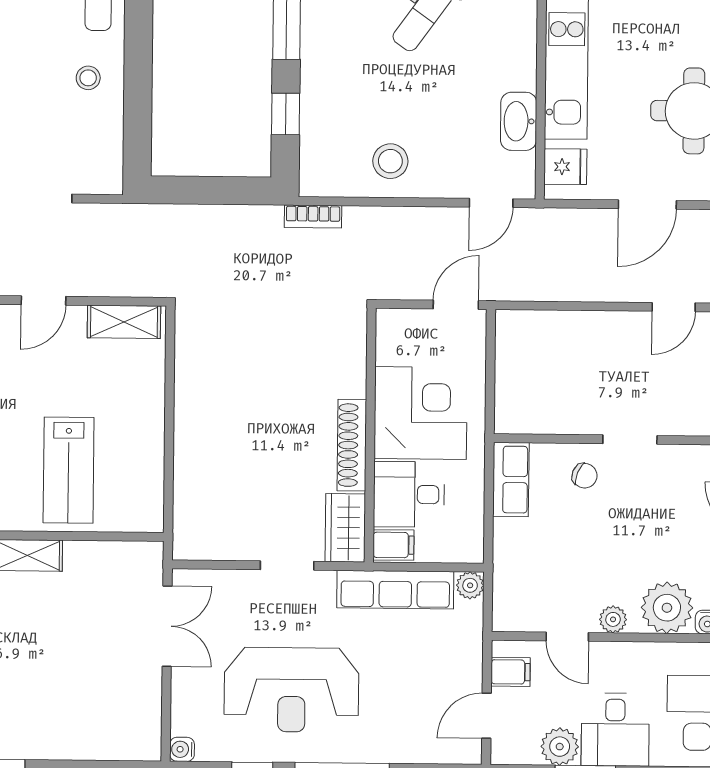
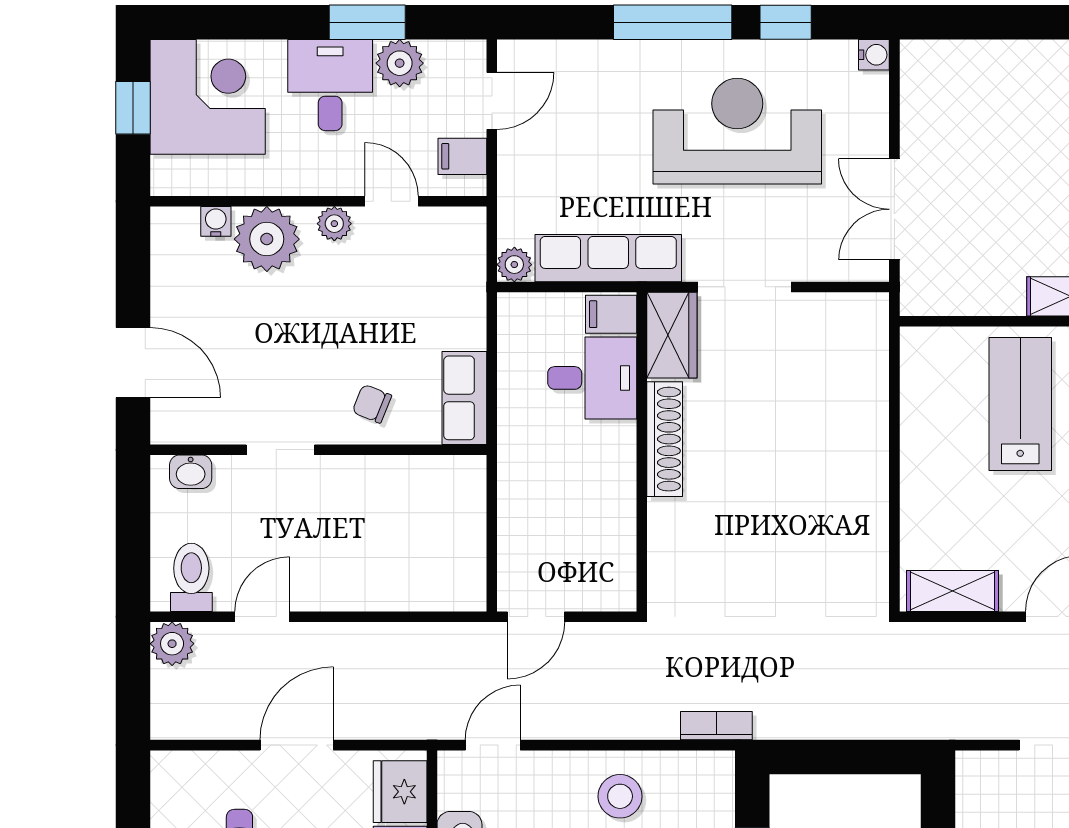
fridge: (565, 167) -> (400, 792), width x1.38
corner desk: (421, 413) -> (579, 480), removed
doorway: (630, 440) -> (280, 450), moved
doorway: (287, 566) -> (744, 287), width x1.38

